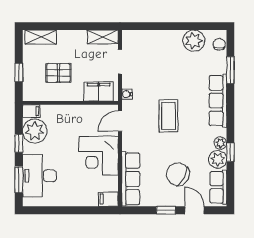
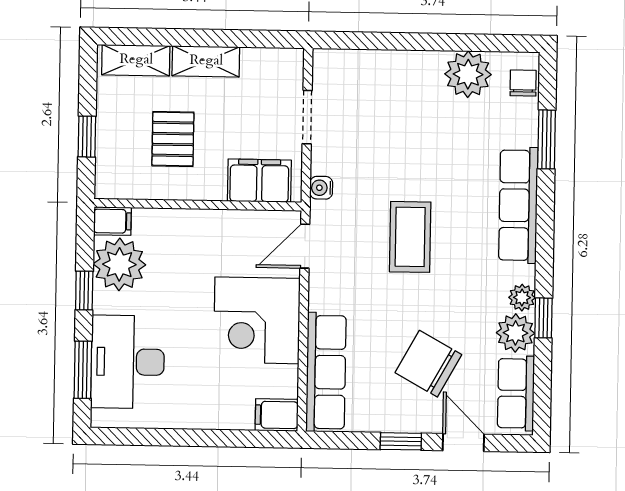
shelving: (103, 37) -> (206, 61), moved
pallet: (58, 73) -> (173, 139), turned 90

